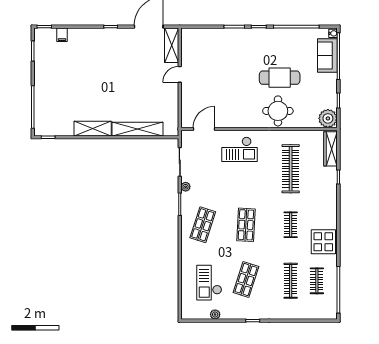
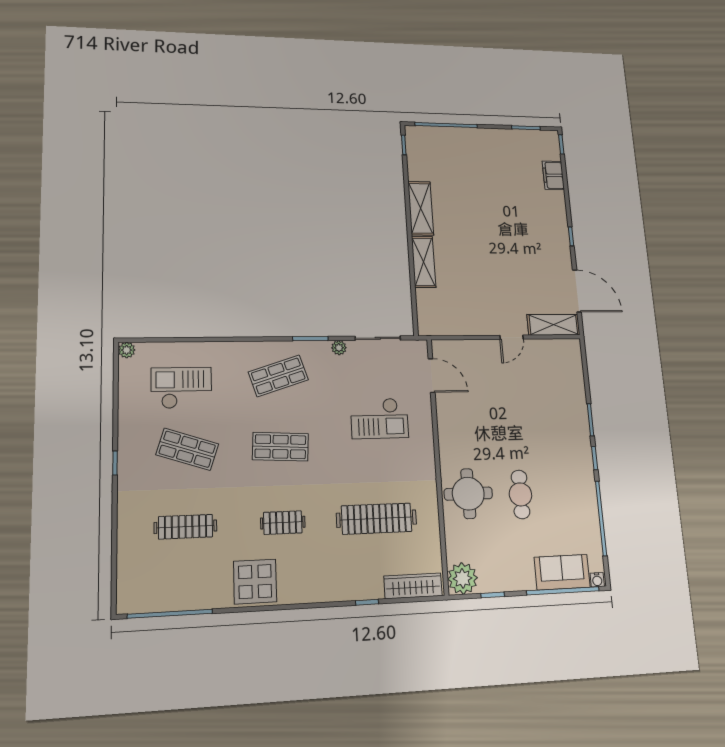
filing cabinet: (62, 35) -> (553, 175), width x2.00
door: (180, 74) -> (512, 337), swing flipped
cafe table: (280, 78) -> (520, 494), width x0.73, depth x0.74
shelving: (137, 129) -> (424, 262), width x0.68
checkout: (240, 149) -> (379, 418), moved, turned -90
shop shelf: (203, 225) -> (278, 376), turned -36
clothes rail: (317, 281) -> (186, 573), removed
plant: (215, 314) -> (127, 350), moved

